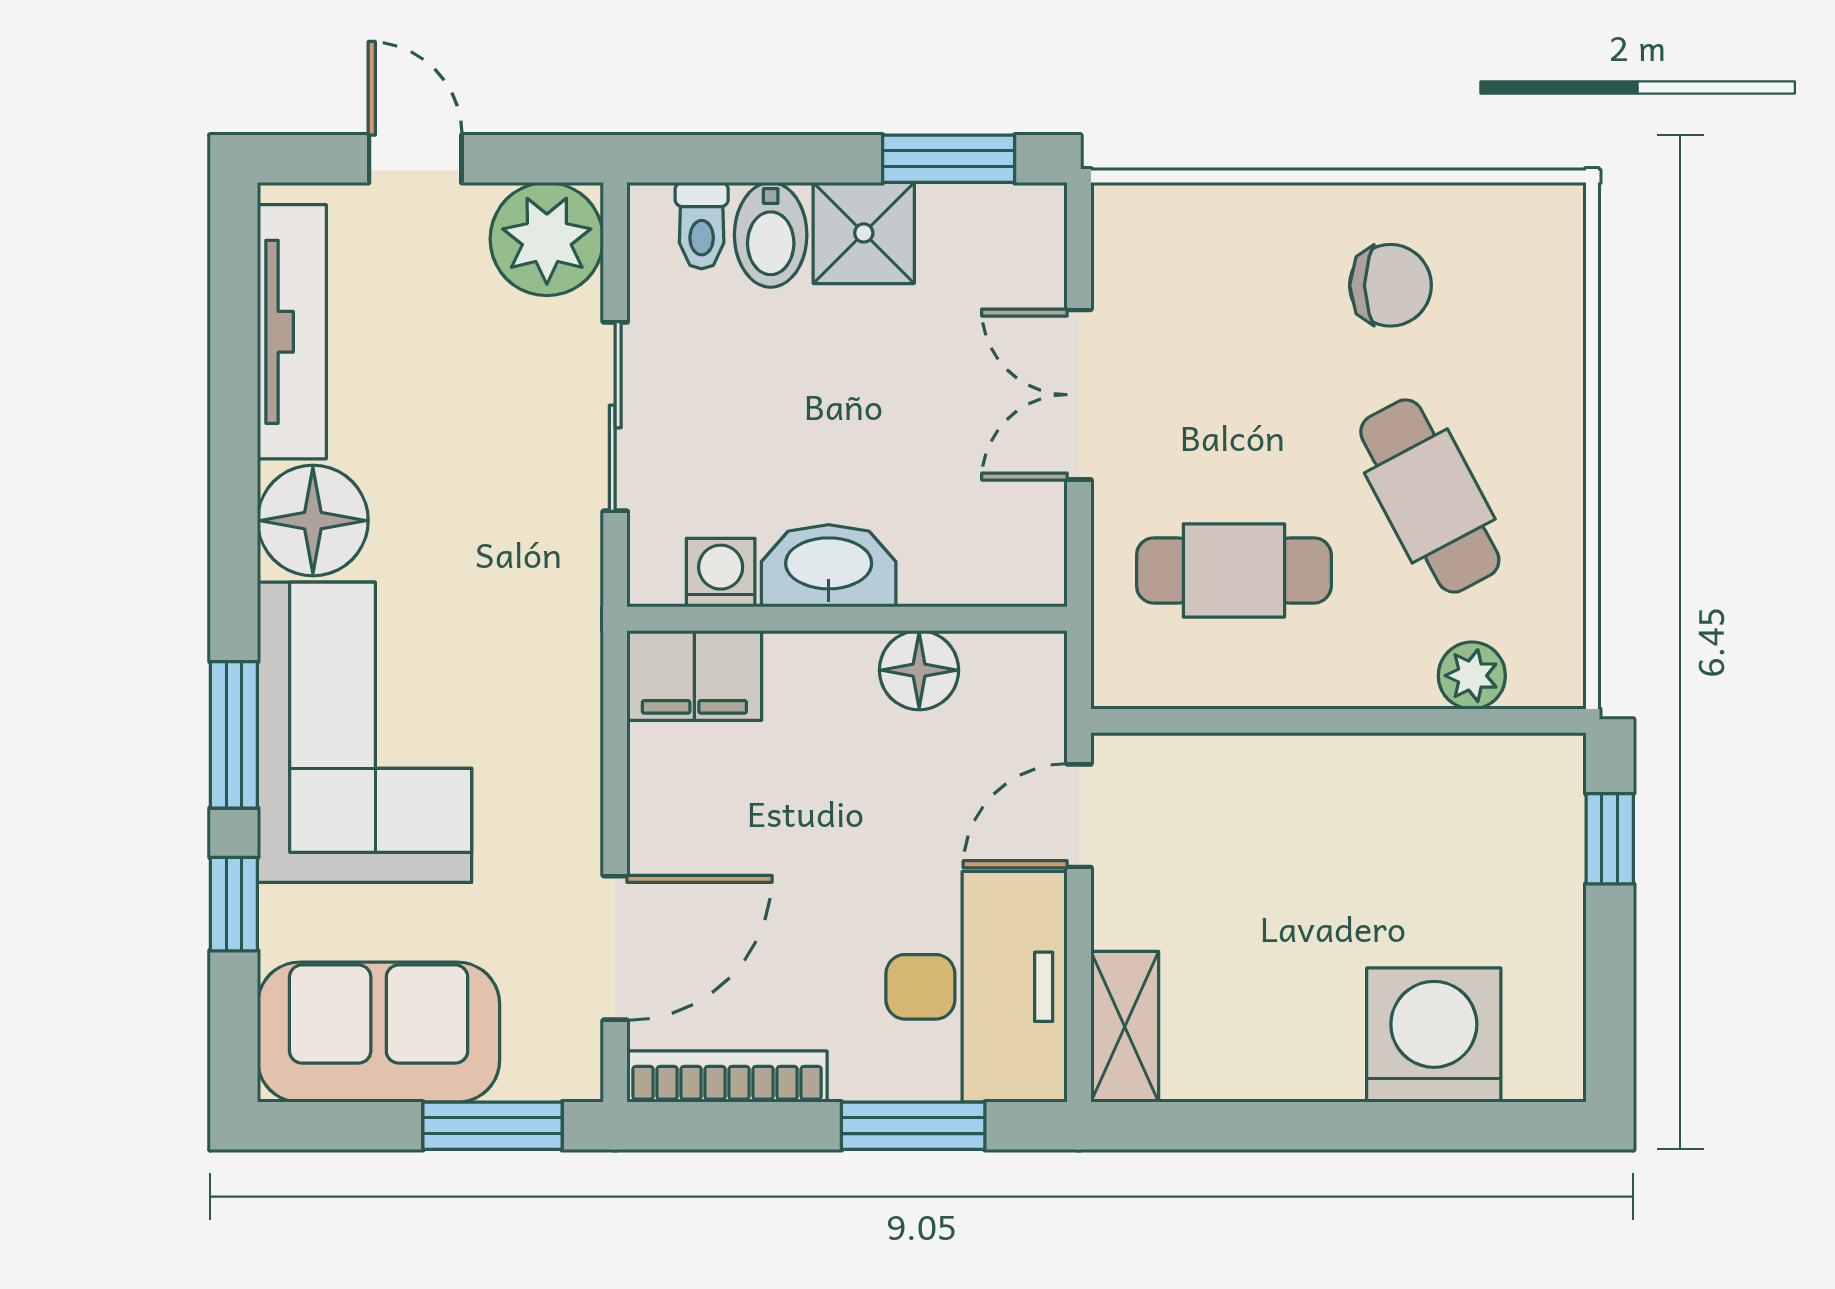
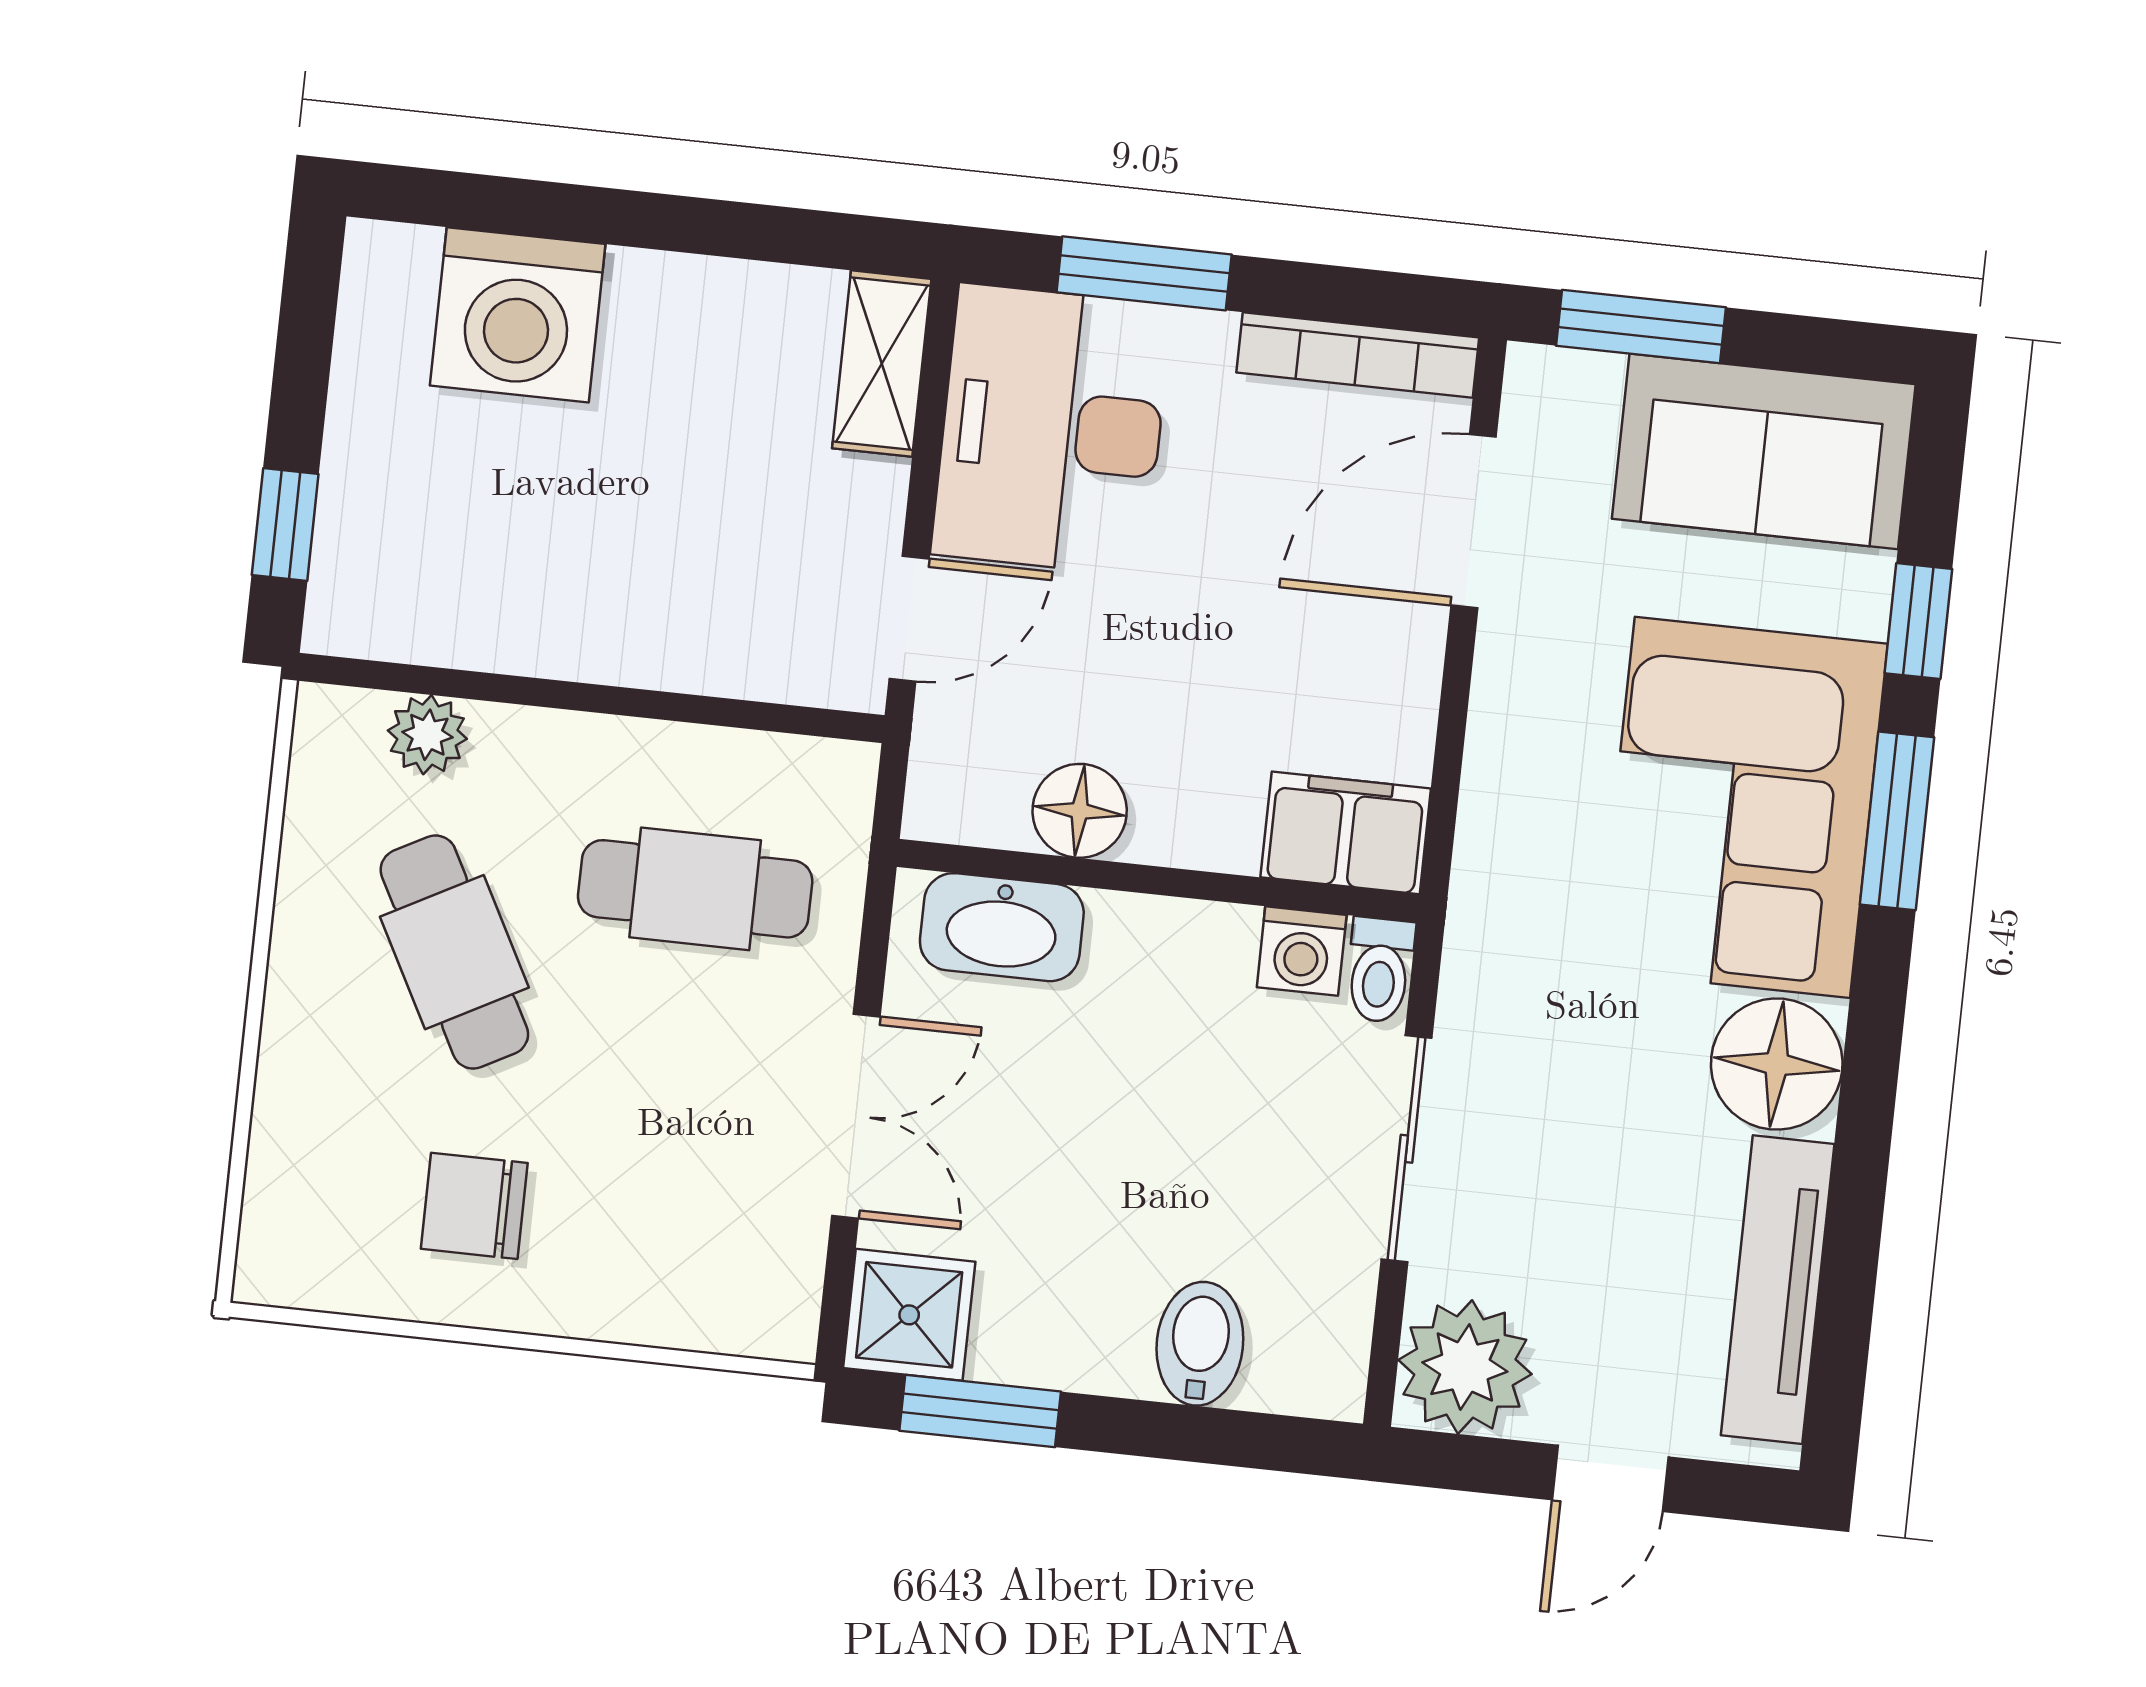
door: (415, 159) -> (1610, 1478), hinge flipped
toilet: (702, 226) -> (1380, 970), moved, turned 180
shower: (864, 233) -> (909, 1315), moved
washbasin: (829, 566) -> (1002, 927), moved

